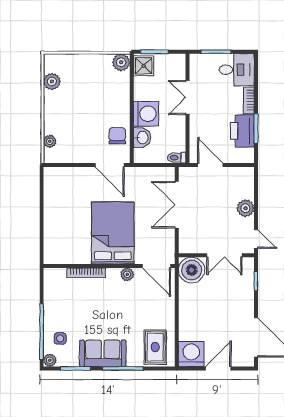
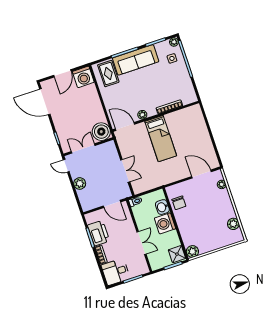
door: (110, 165) -> (201, 174), moved
double door: (177, 205) -> (125, 171), width x0.73
bed: (113, 233) -> (161, 139), width x0.67
sofa: (103, 353) -> (136, 60), width x1.36

